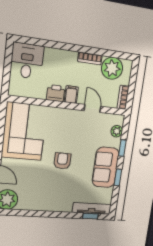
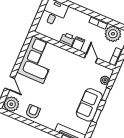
armchair: (62, 161) -> (33, 112), moved

